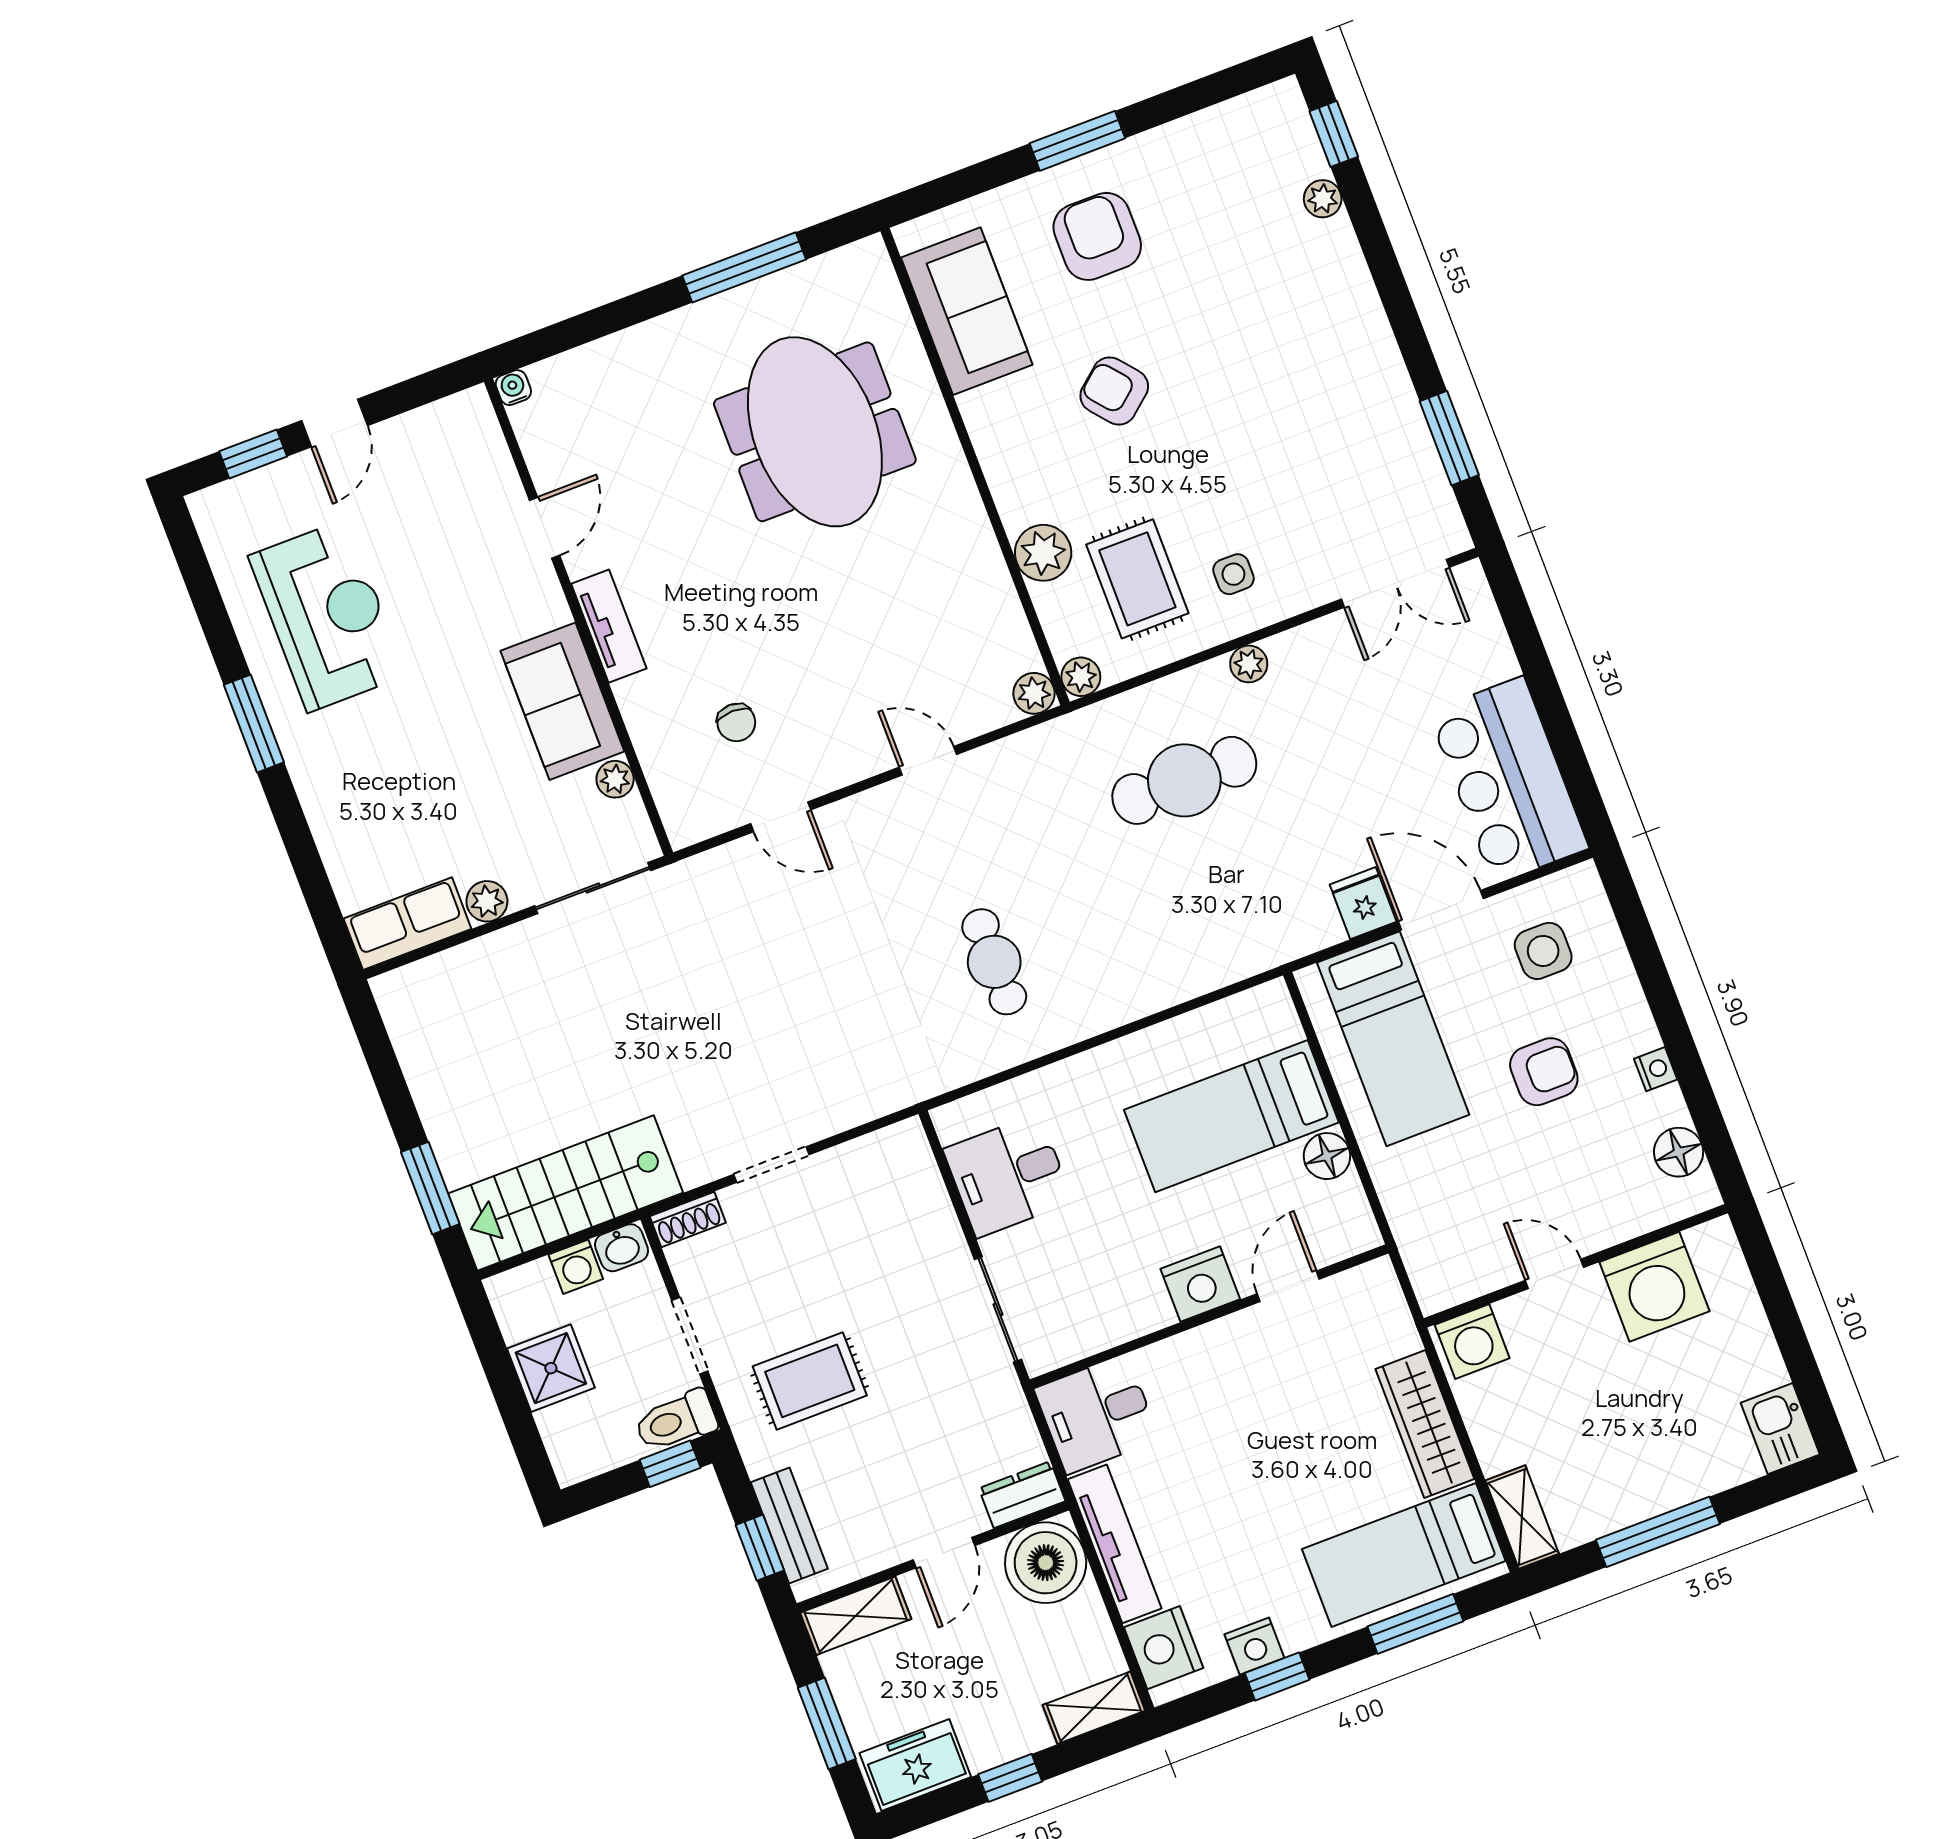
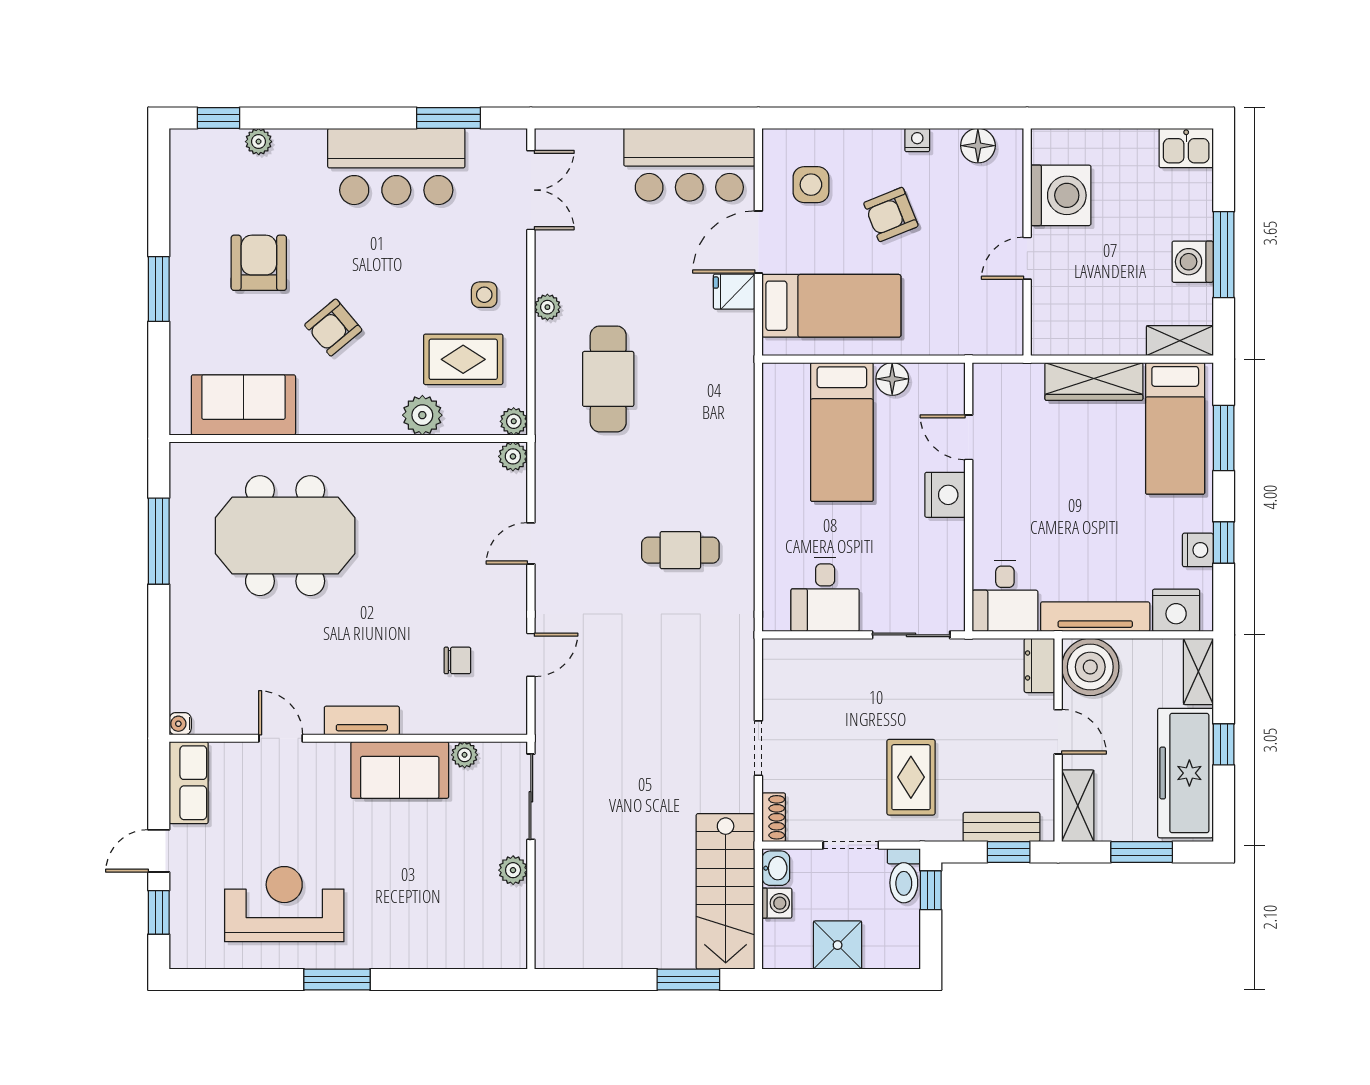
armchair: (1097, 236) -> (259, 263), moved, turned 90
bar counter: (1359, 393) -> (396, 166), added
door: (334, 423) -> (159, 851), swing flipped
row of seats: (407, 924) -> (189, 783), moved, turned 180
armchair: (1544, 1072) -> (891, 214), turned -112
washing machine: (1472, 1341) -> (1193, 262), moved, turned 180
freezer: (915, 1765) -> (1185, 773), width x1.91, depth x1.26

